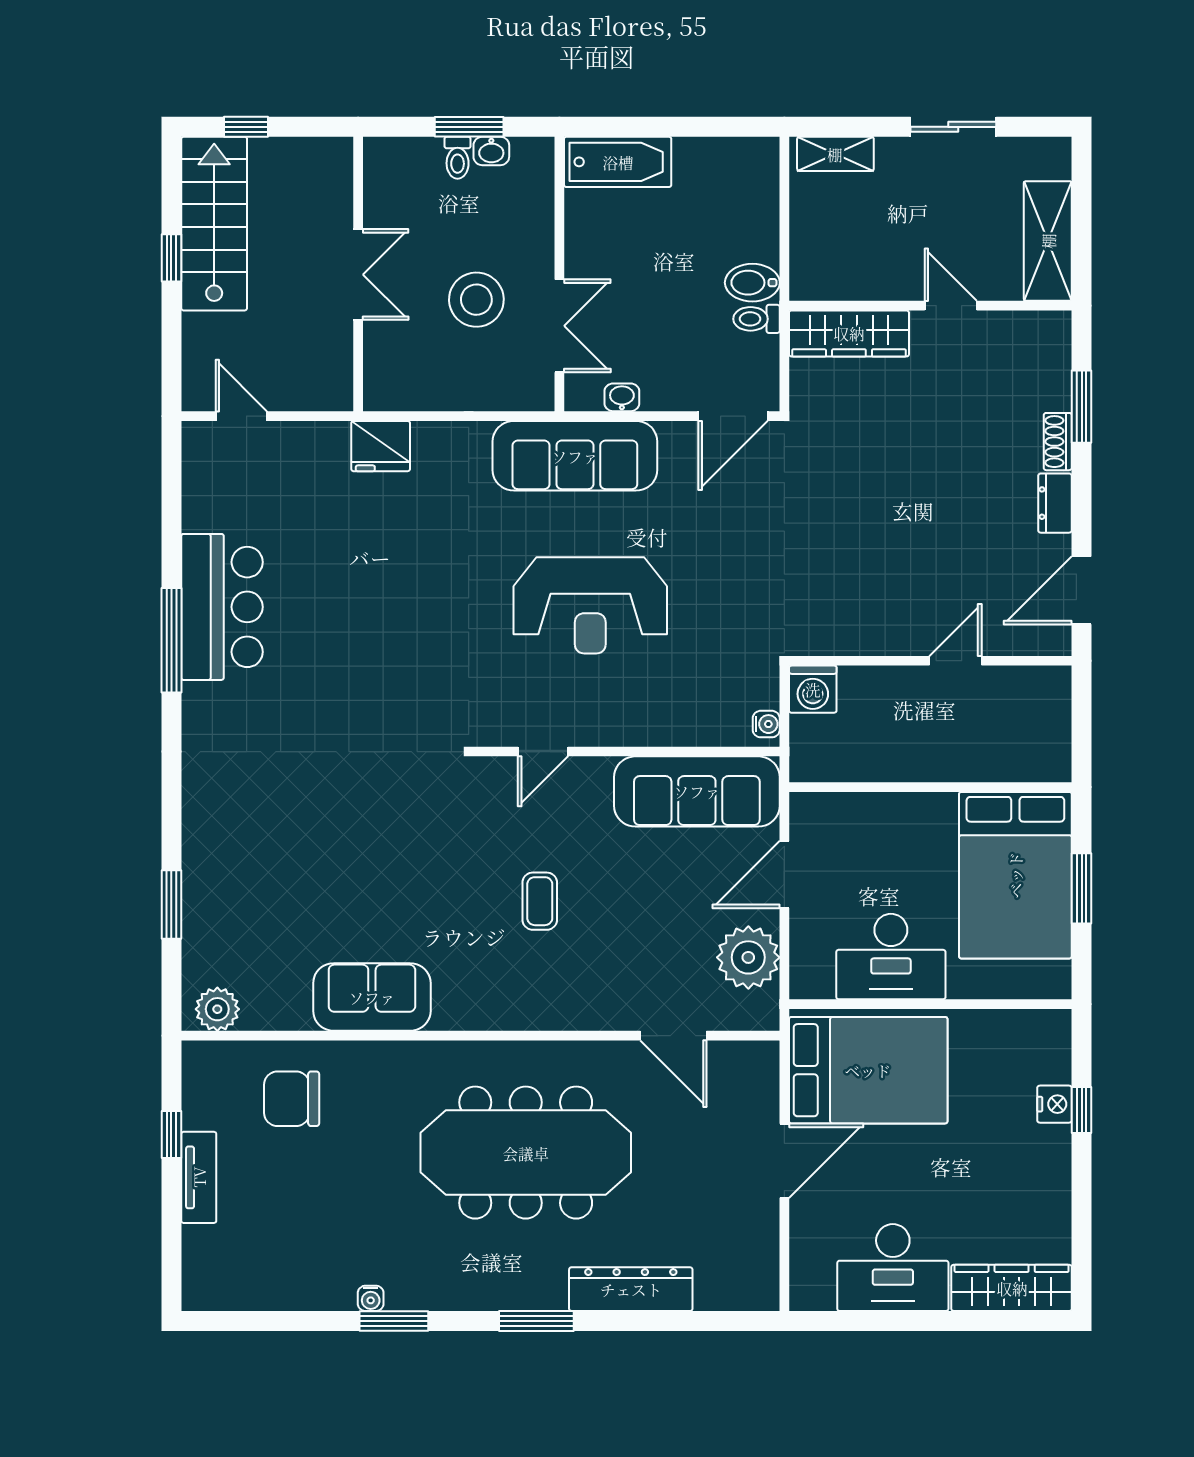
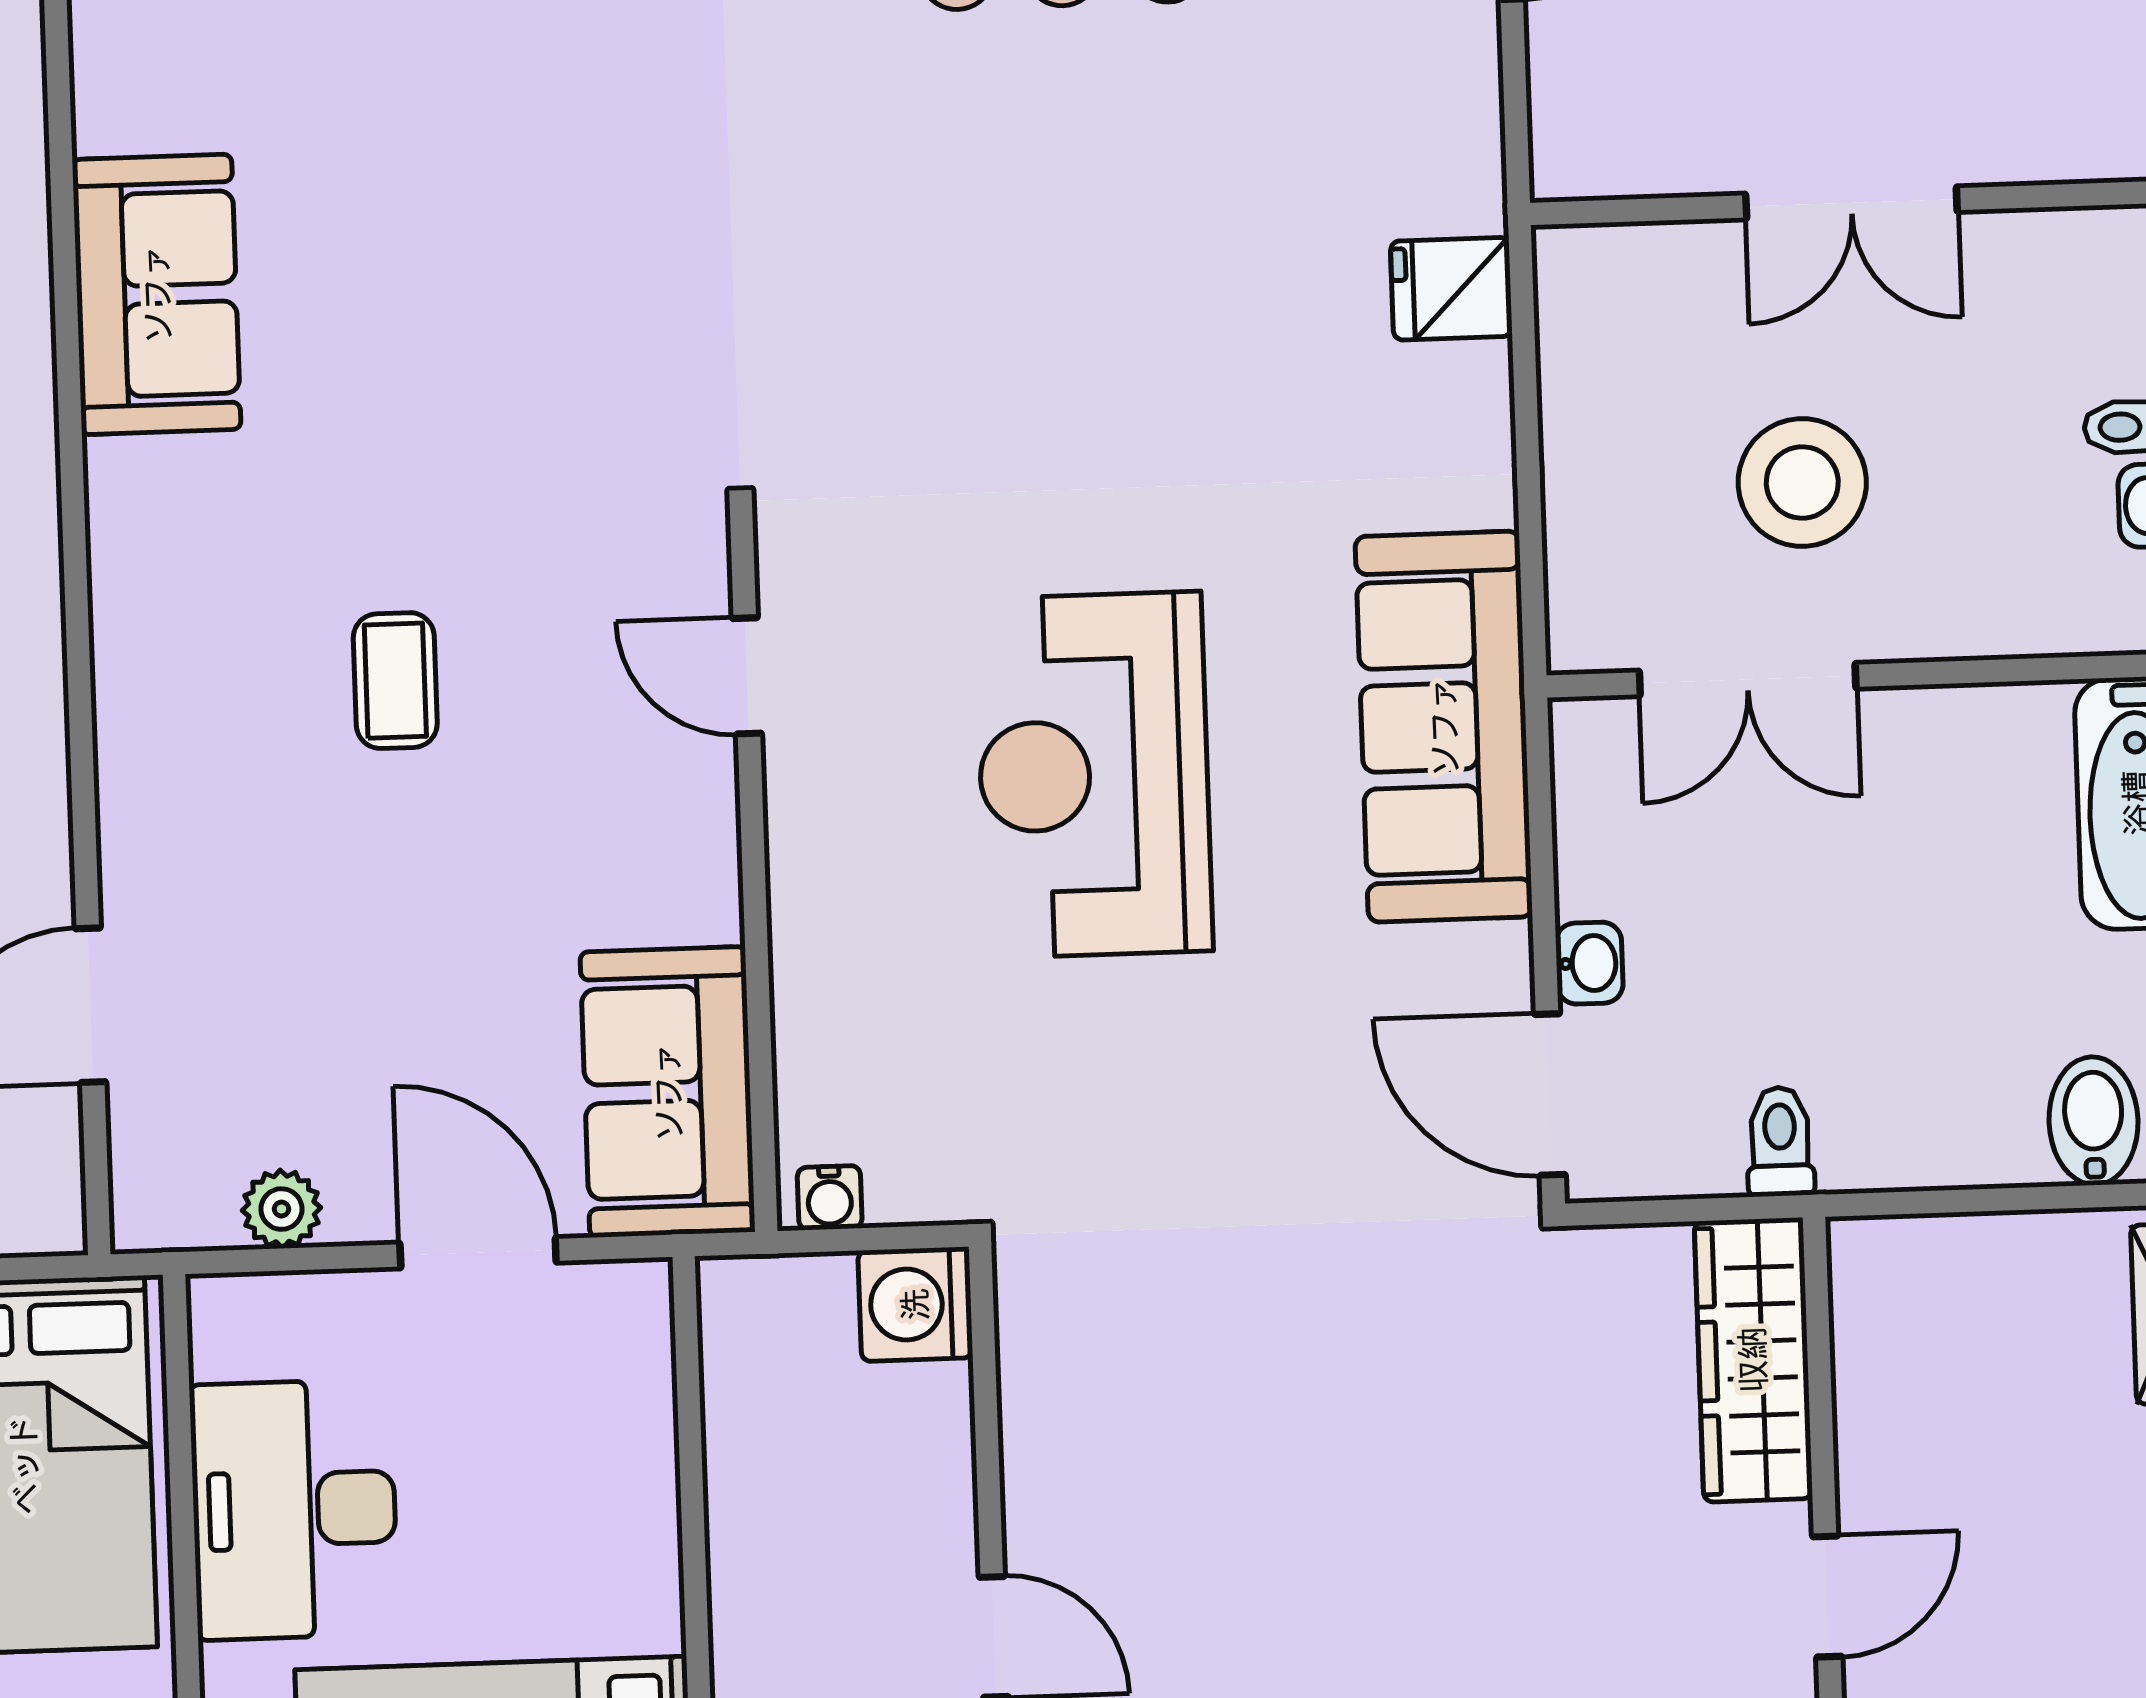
bidet: (752, 283) -> (2093, 1121), moved
washbasin: (622, 397) -> (1589, 963), moved
fridge: (381, 446) -> (1451, 289), width x0.72
sofa: (697, 791) -> (668, 1092), width x0.73
coffee table: (540, 901) -> (395, 681), turned 90
plant: (748, 957) -> (282, 1209), width x0.53, depth x0.53

